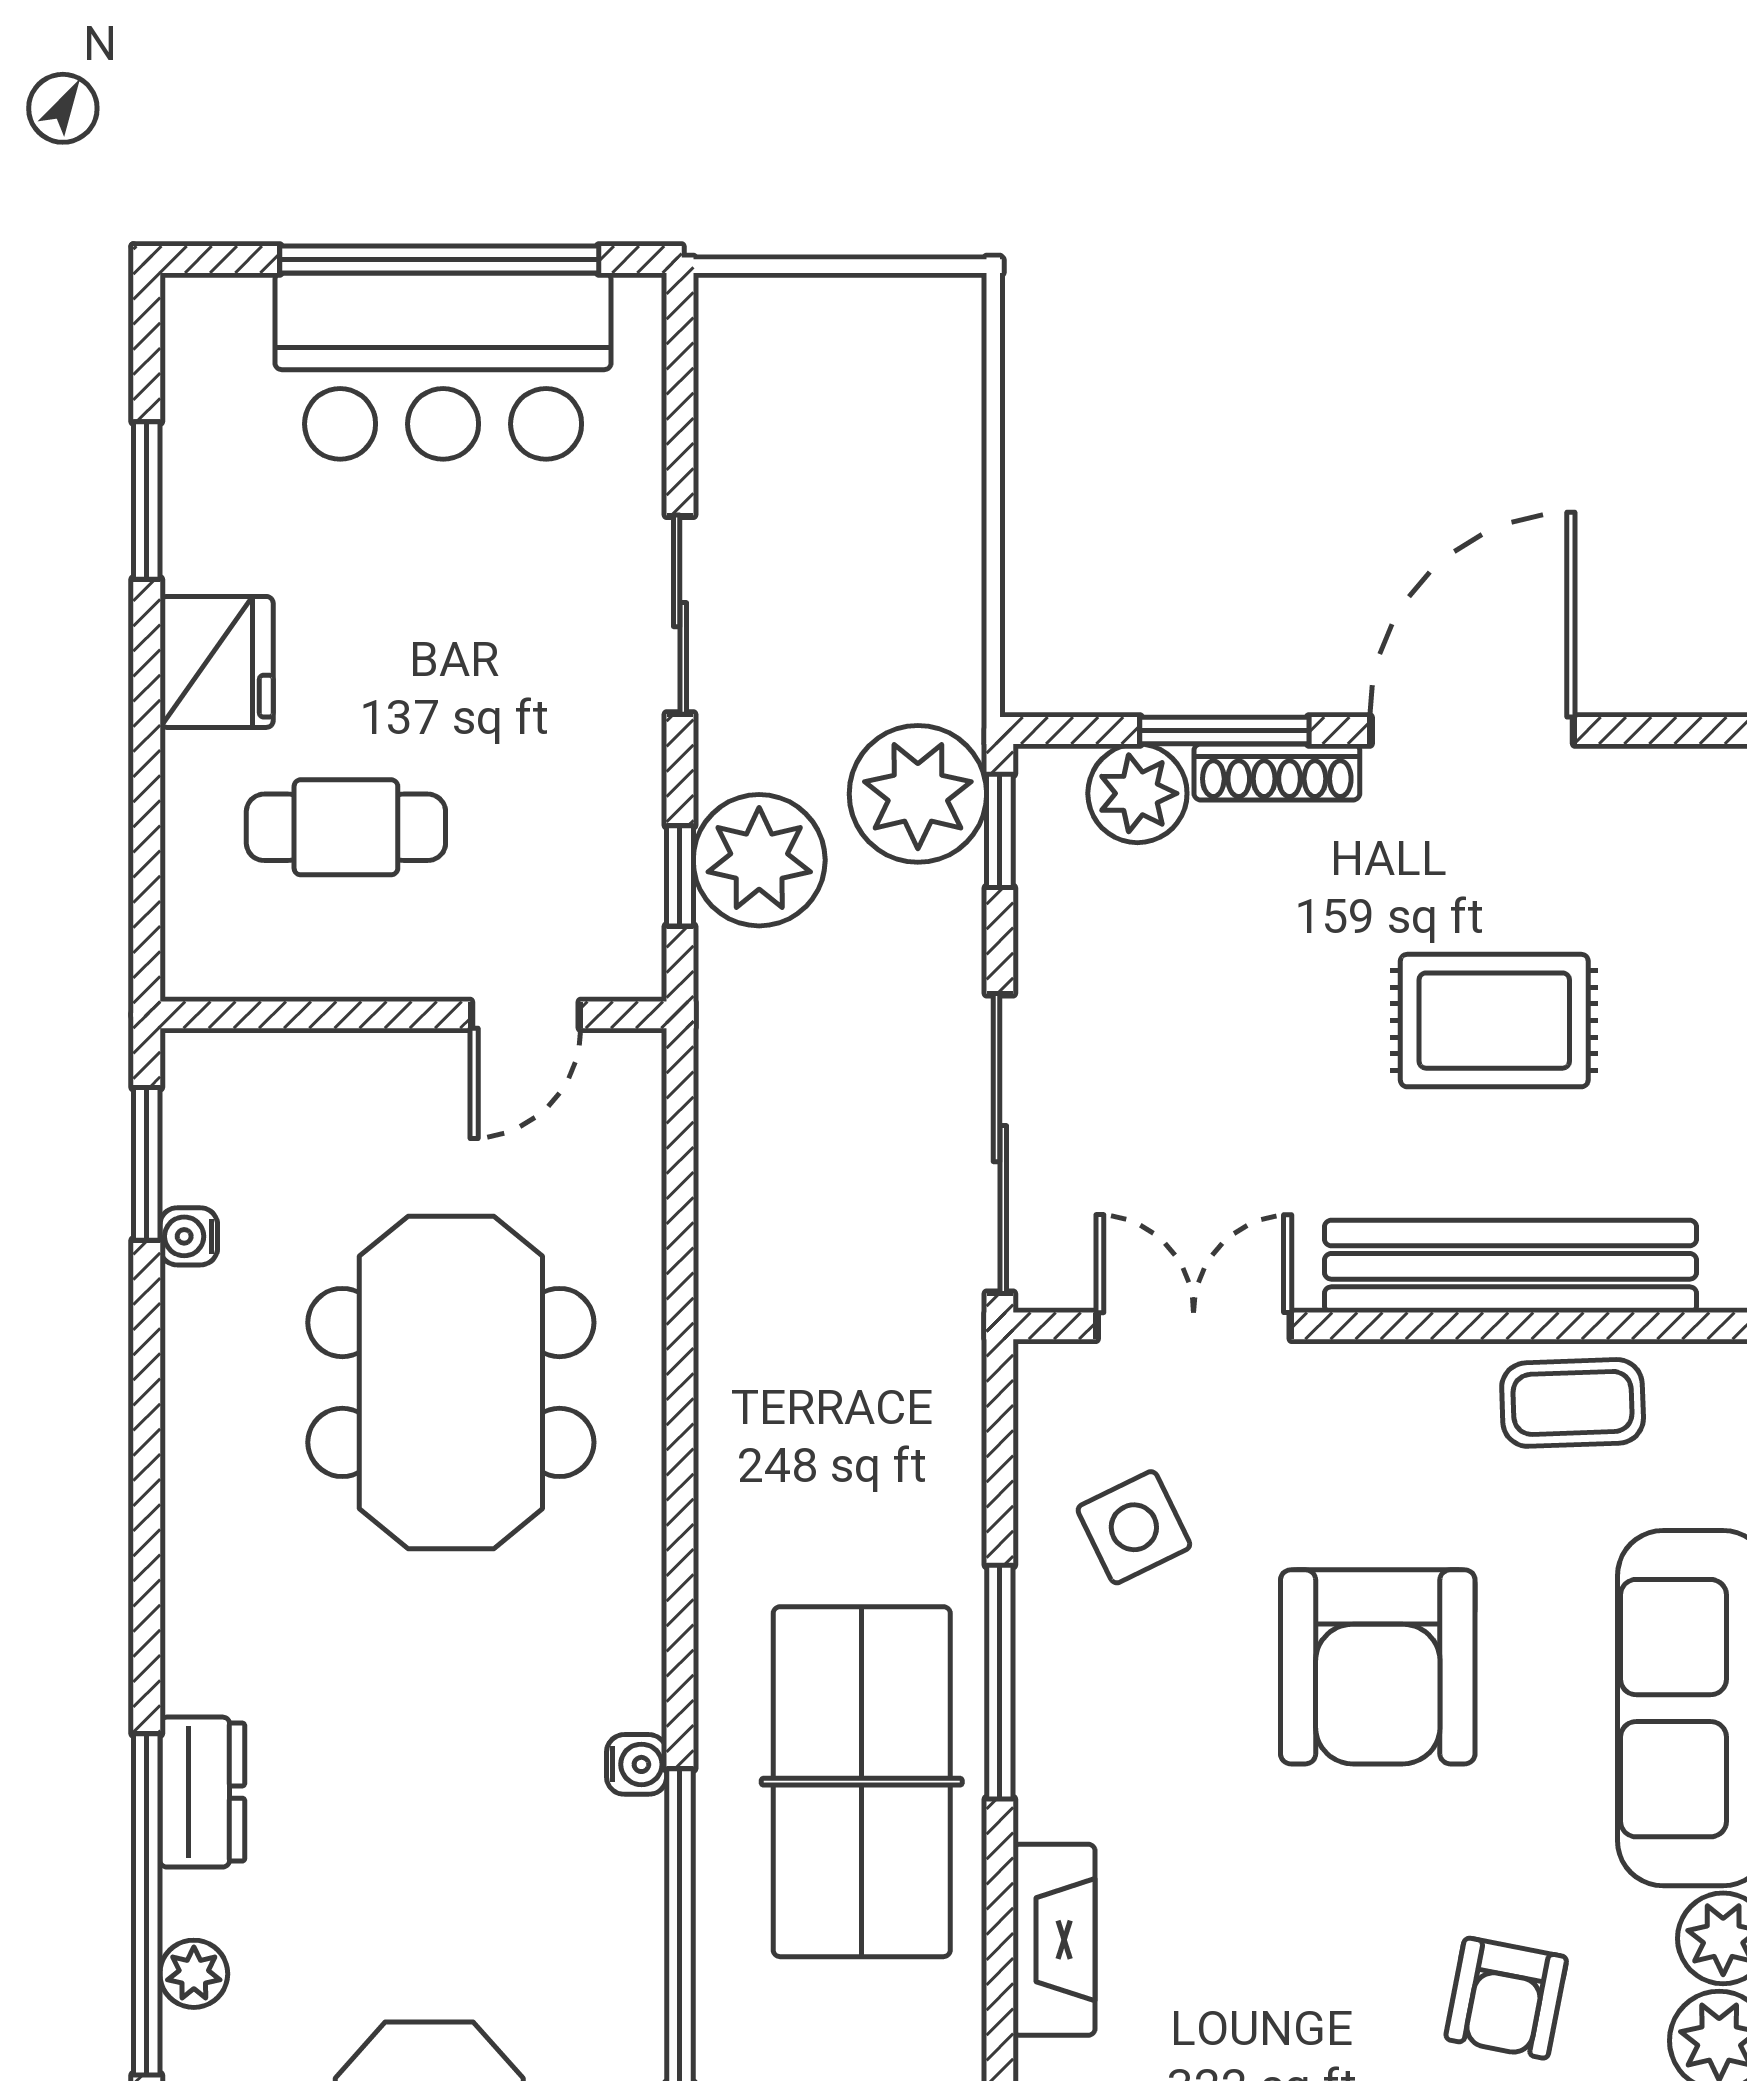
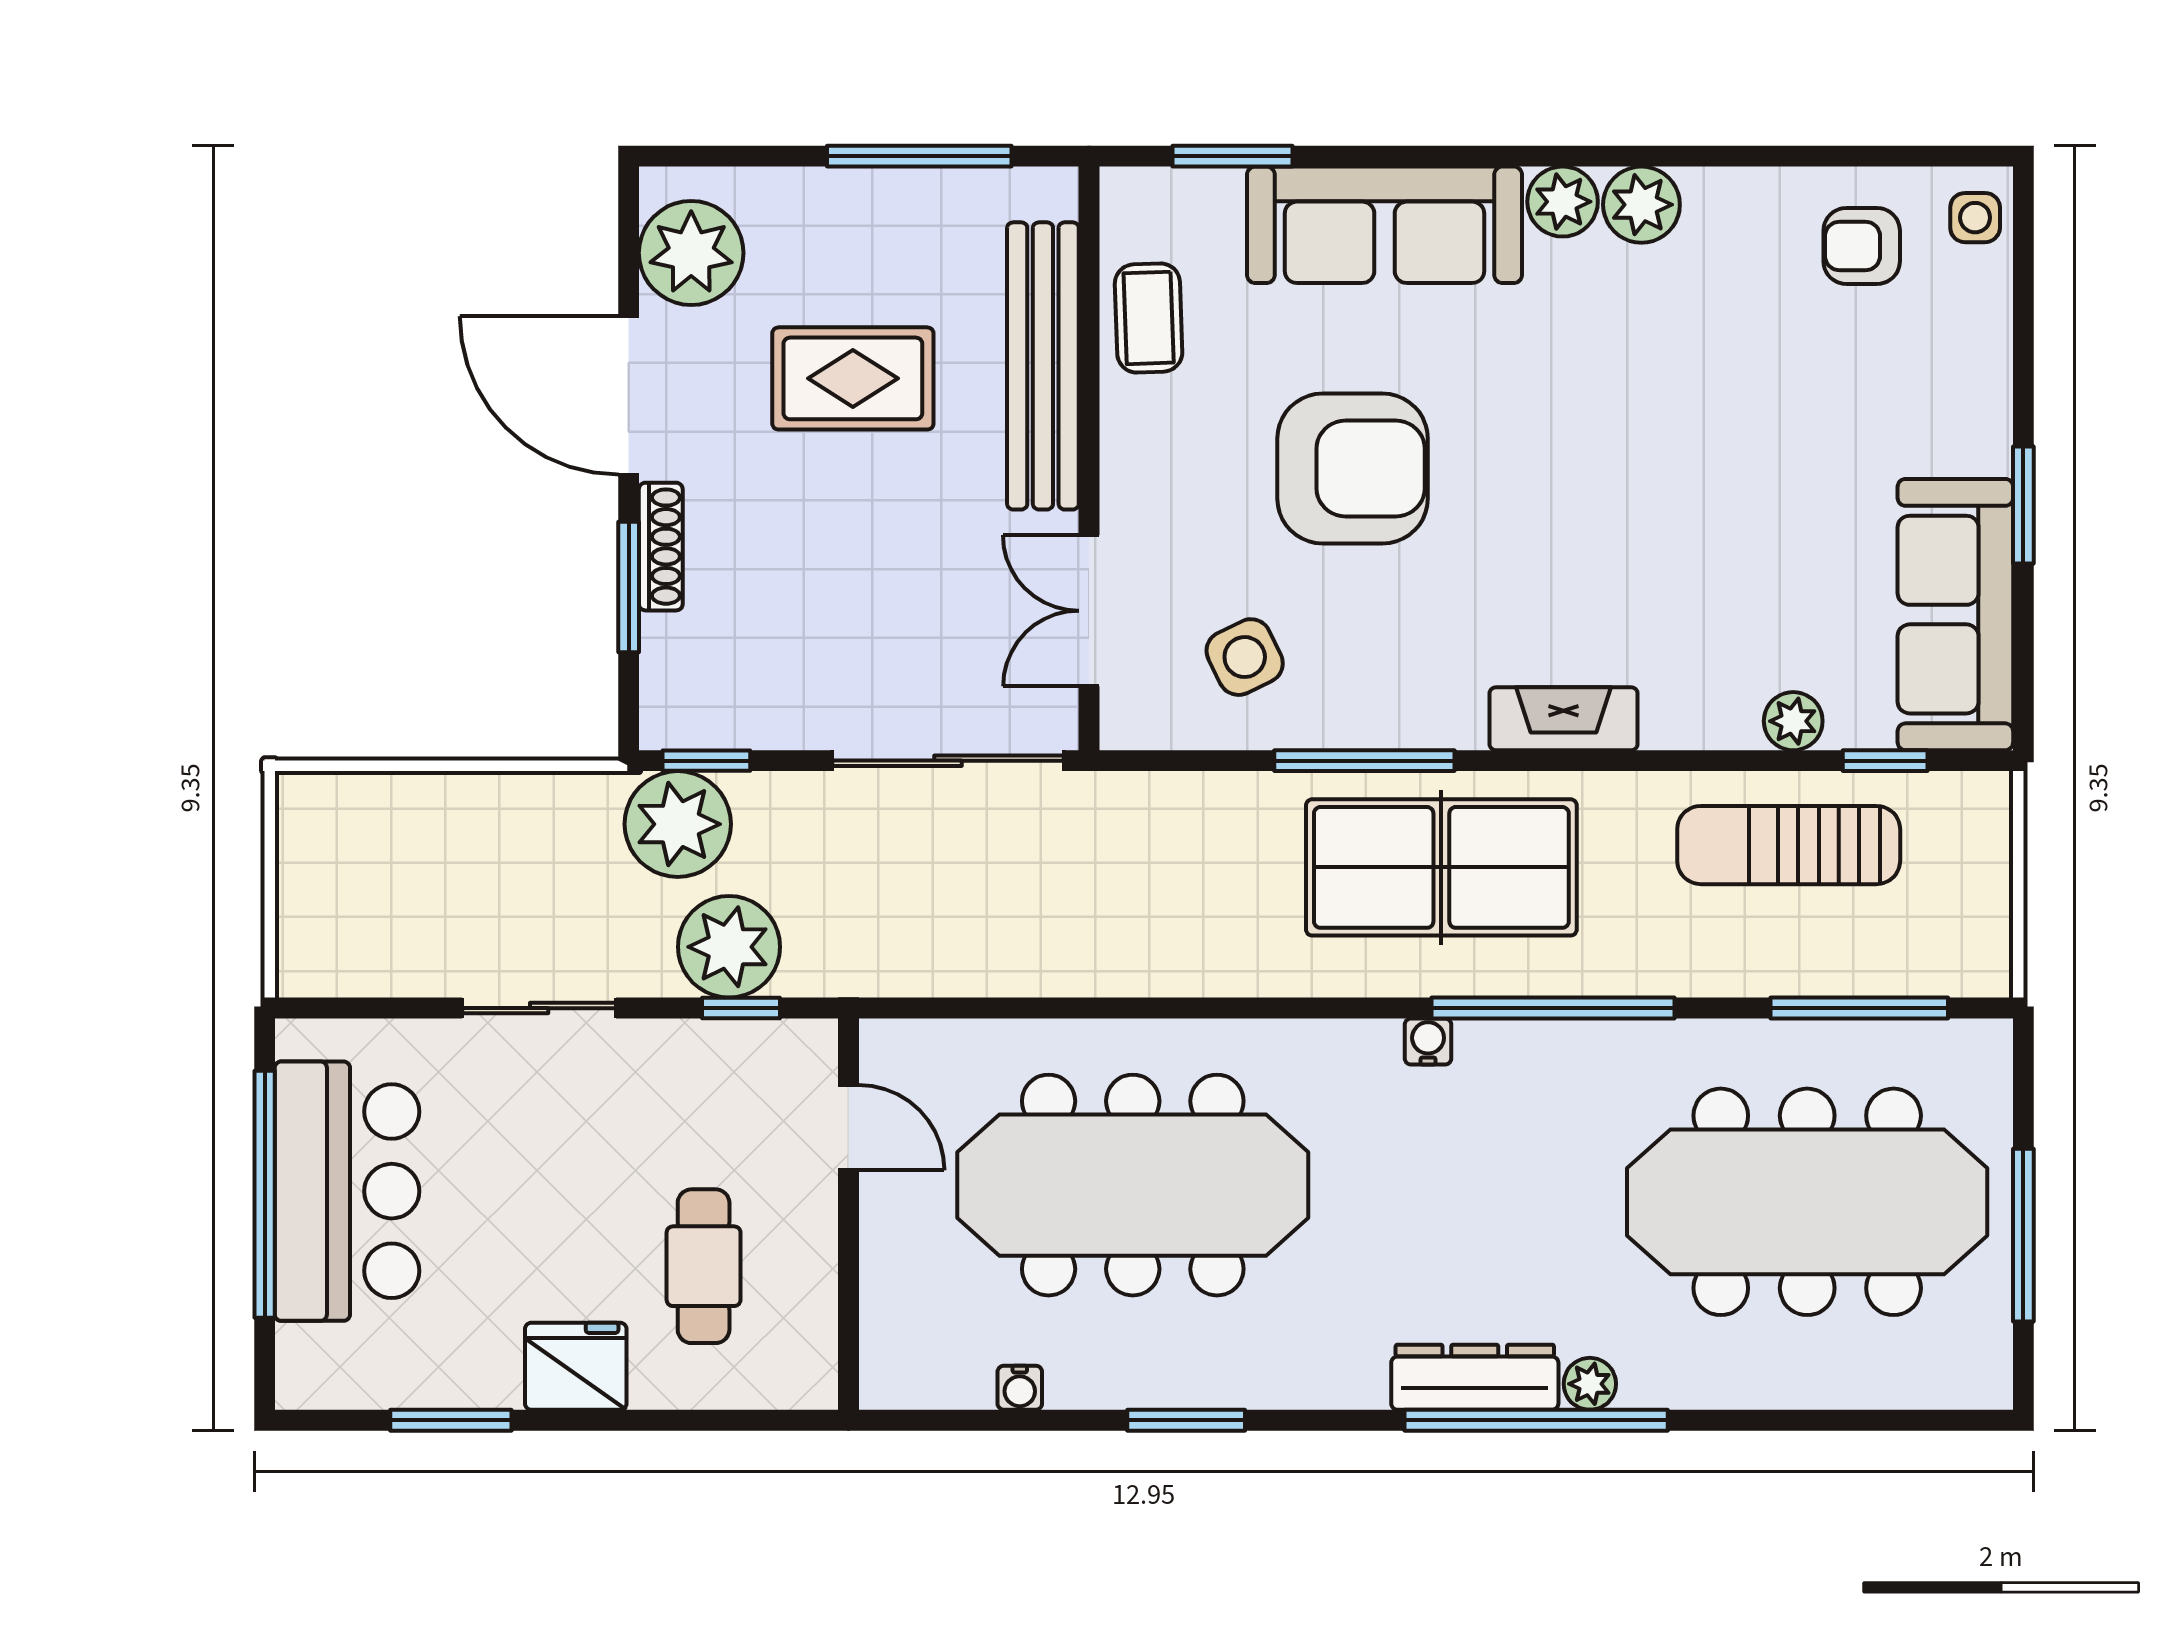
plant: (1137, 793) -> (691, 253), moved, width x1.36, depth x1.36
rug: (1494, 1021) -> (853, 378), turned 90
window: (147, 1164) -> (1186, 1420), moved
meeting table: (451, 1382) -> (1133, 1185), width x1.36
dresser: (202, 1792) -> (1475, 1377), width x1.44
armchair: (1506, 1998) -> (1609, 369), removed

